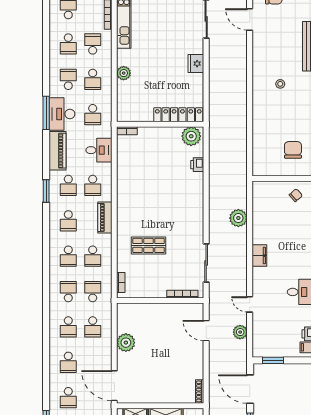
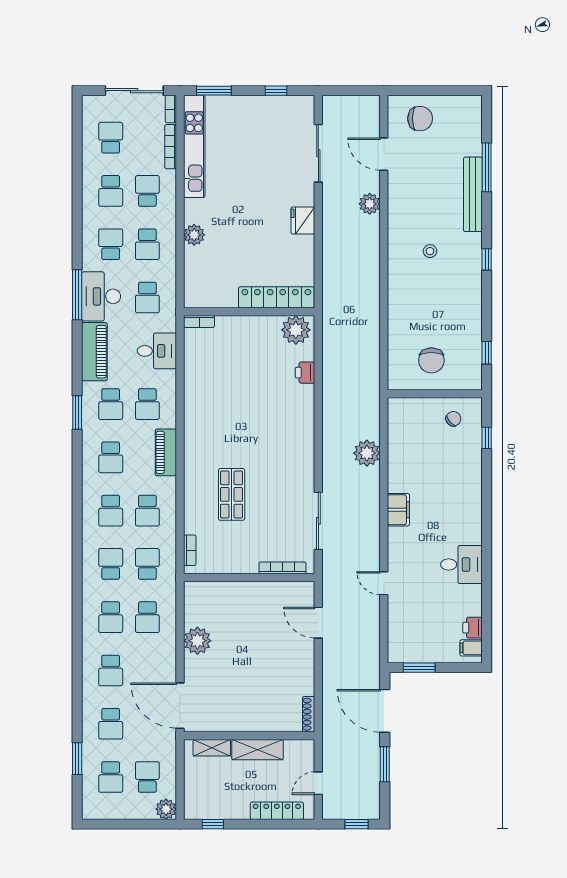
chair: (293, 150) -> (431, 360), moved, turned 180
shop shelf: (149, 245) -> (232, 494), turned 90
plant: (240, 332) -> (370, 204), moved

